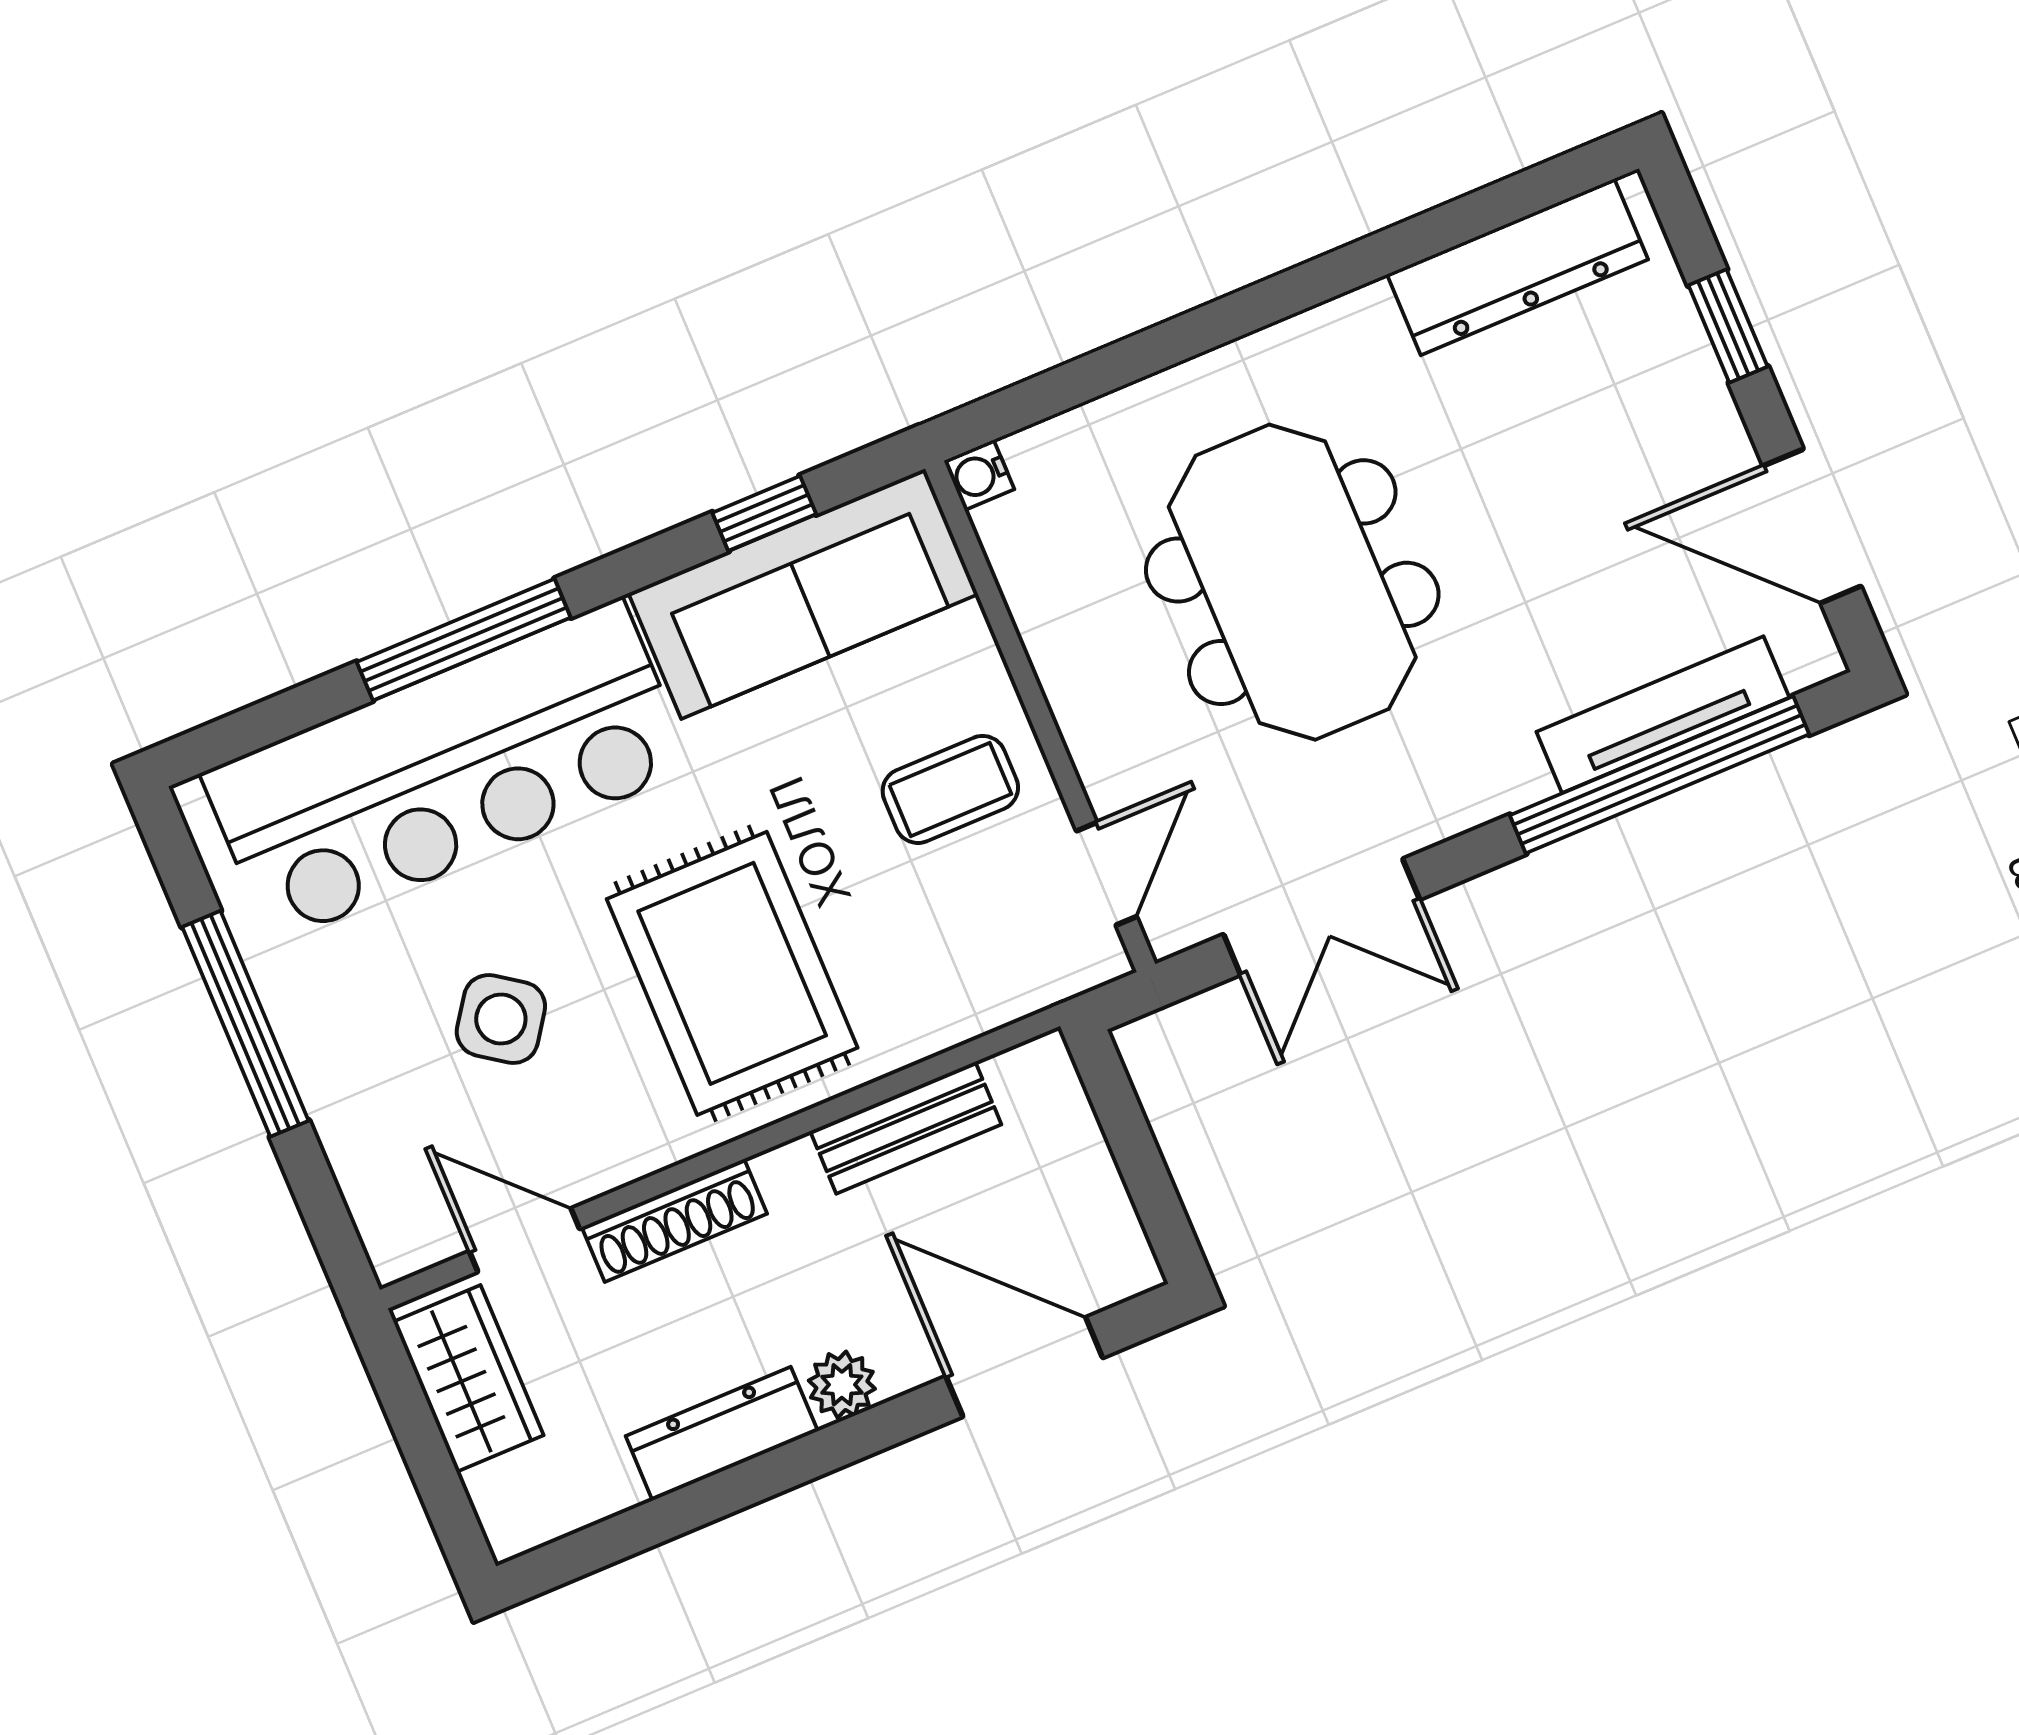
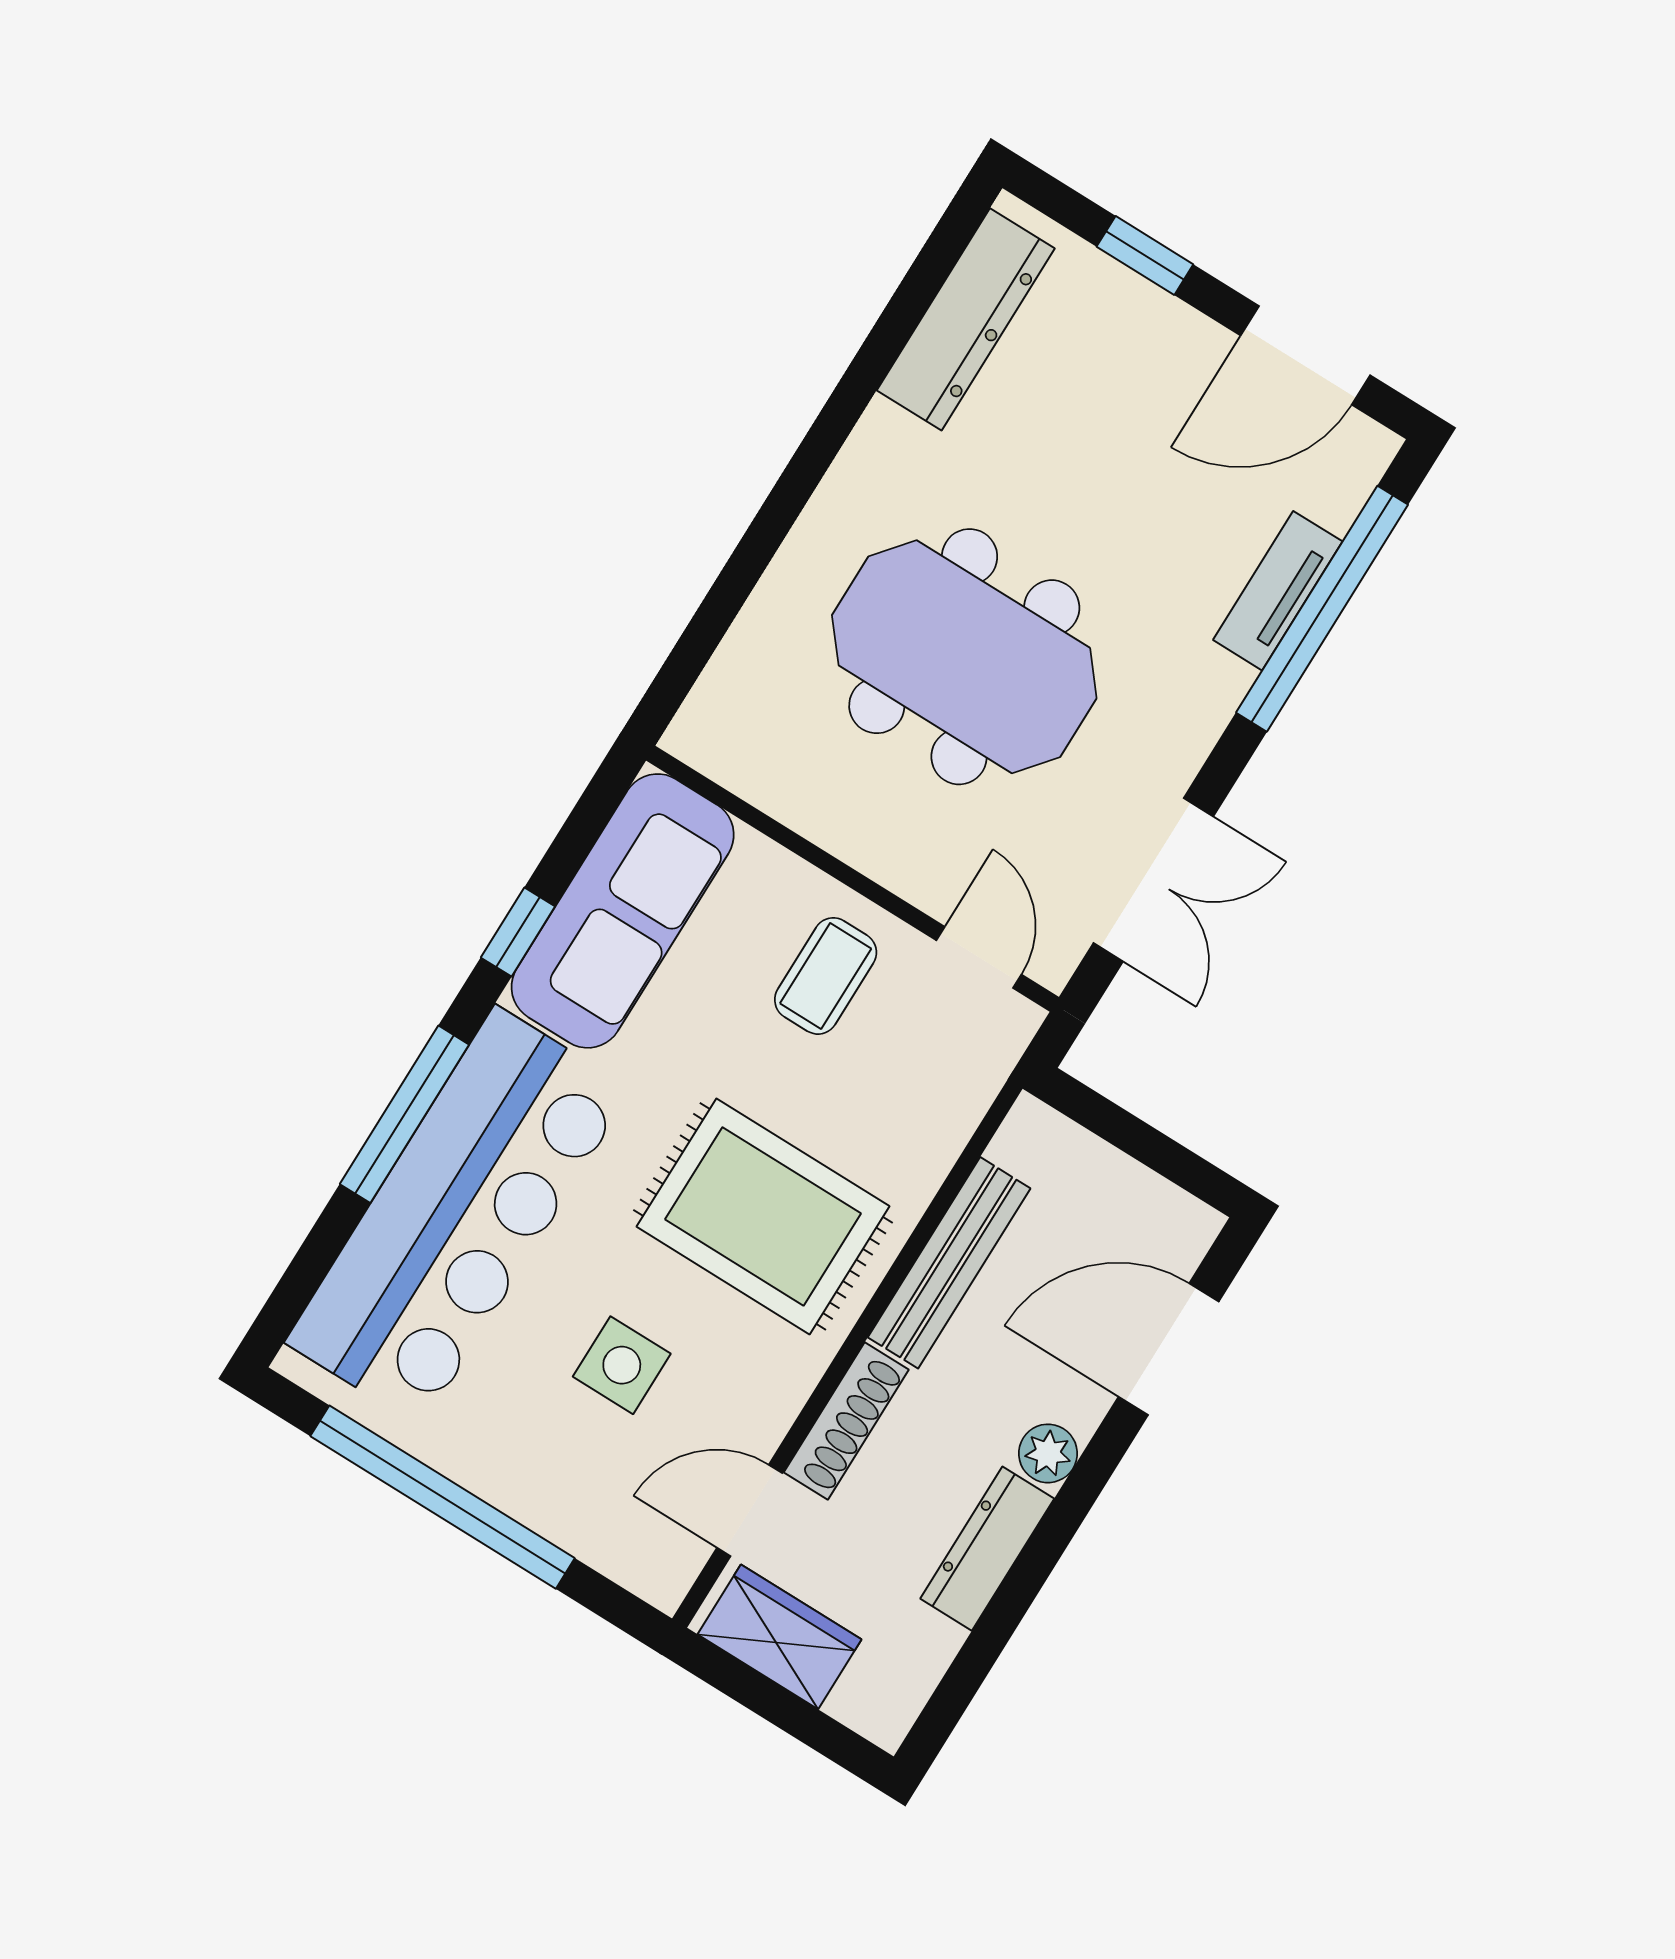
water cooler: (979, 475) -> (688, 738), removed
window: (764, 513) -> (518, 932), moved
tv unit: (1663, 715) -> (1278, 591), width x0.71
side table: (501, 1019) -> (622, 1365), turned -35
window: (245, 1024) -> (443, 1497), width x1.46
bench: (906, 1128) -> (949, 1263), width x1.36

